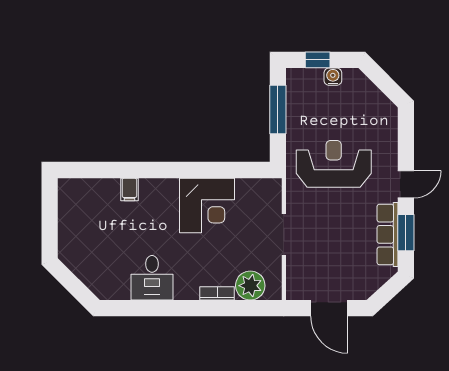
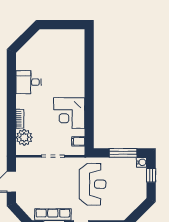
water cooler: (333, 77) -> (142, 162), moved
filing cabinet: (129, 189) -> (78, 141), moved

